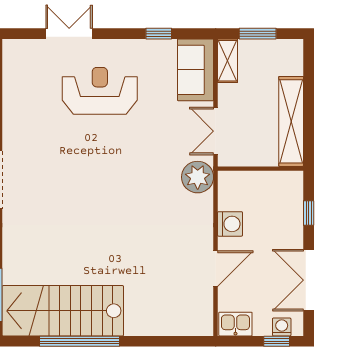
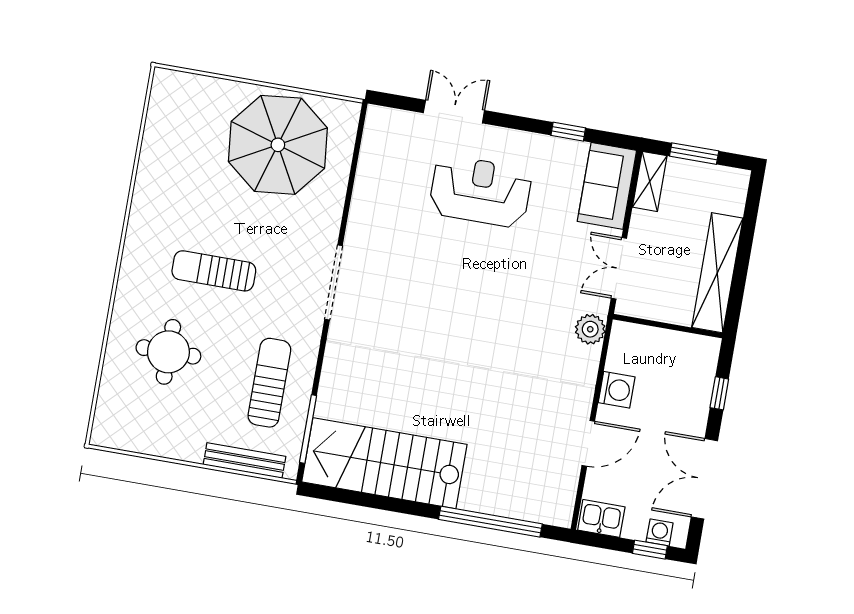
plant: (198, 177) -> (590, 329), width x0.73, depth x0.73
window: (79, 341) -> (490, 522), moved

